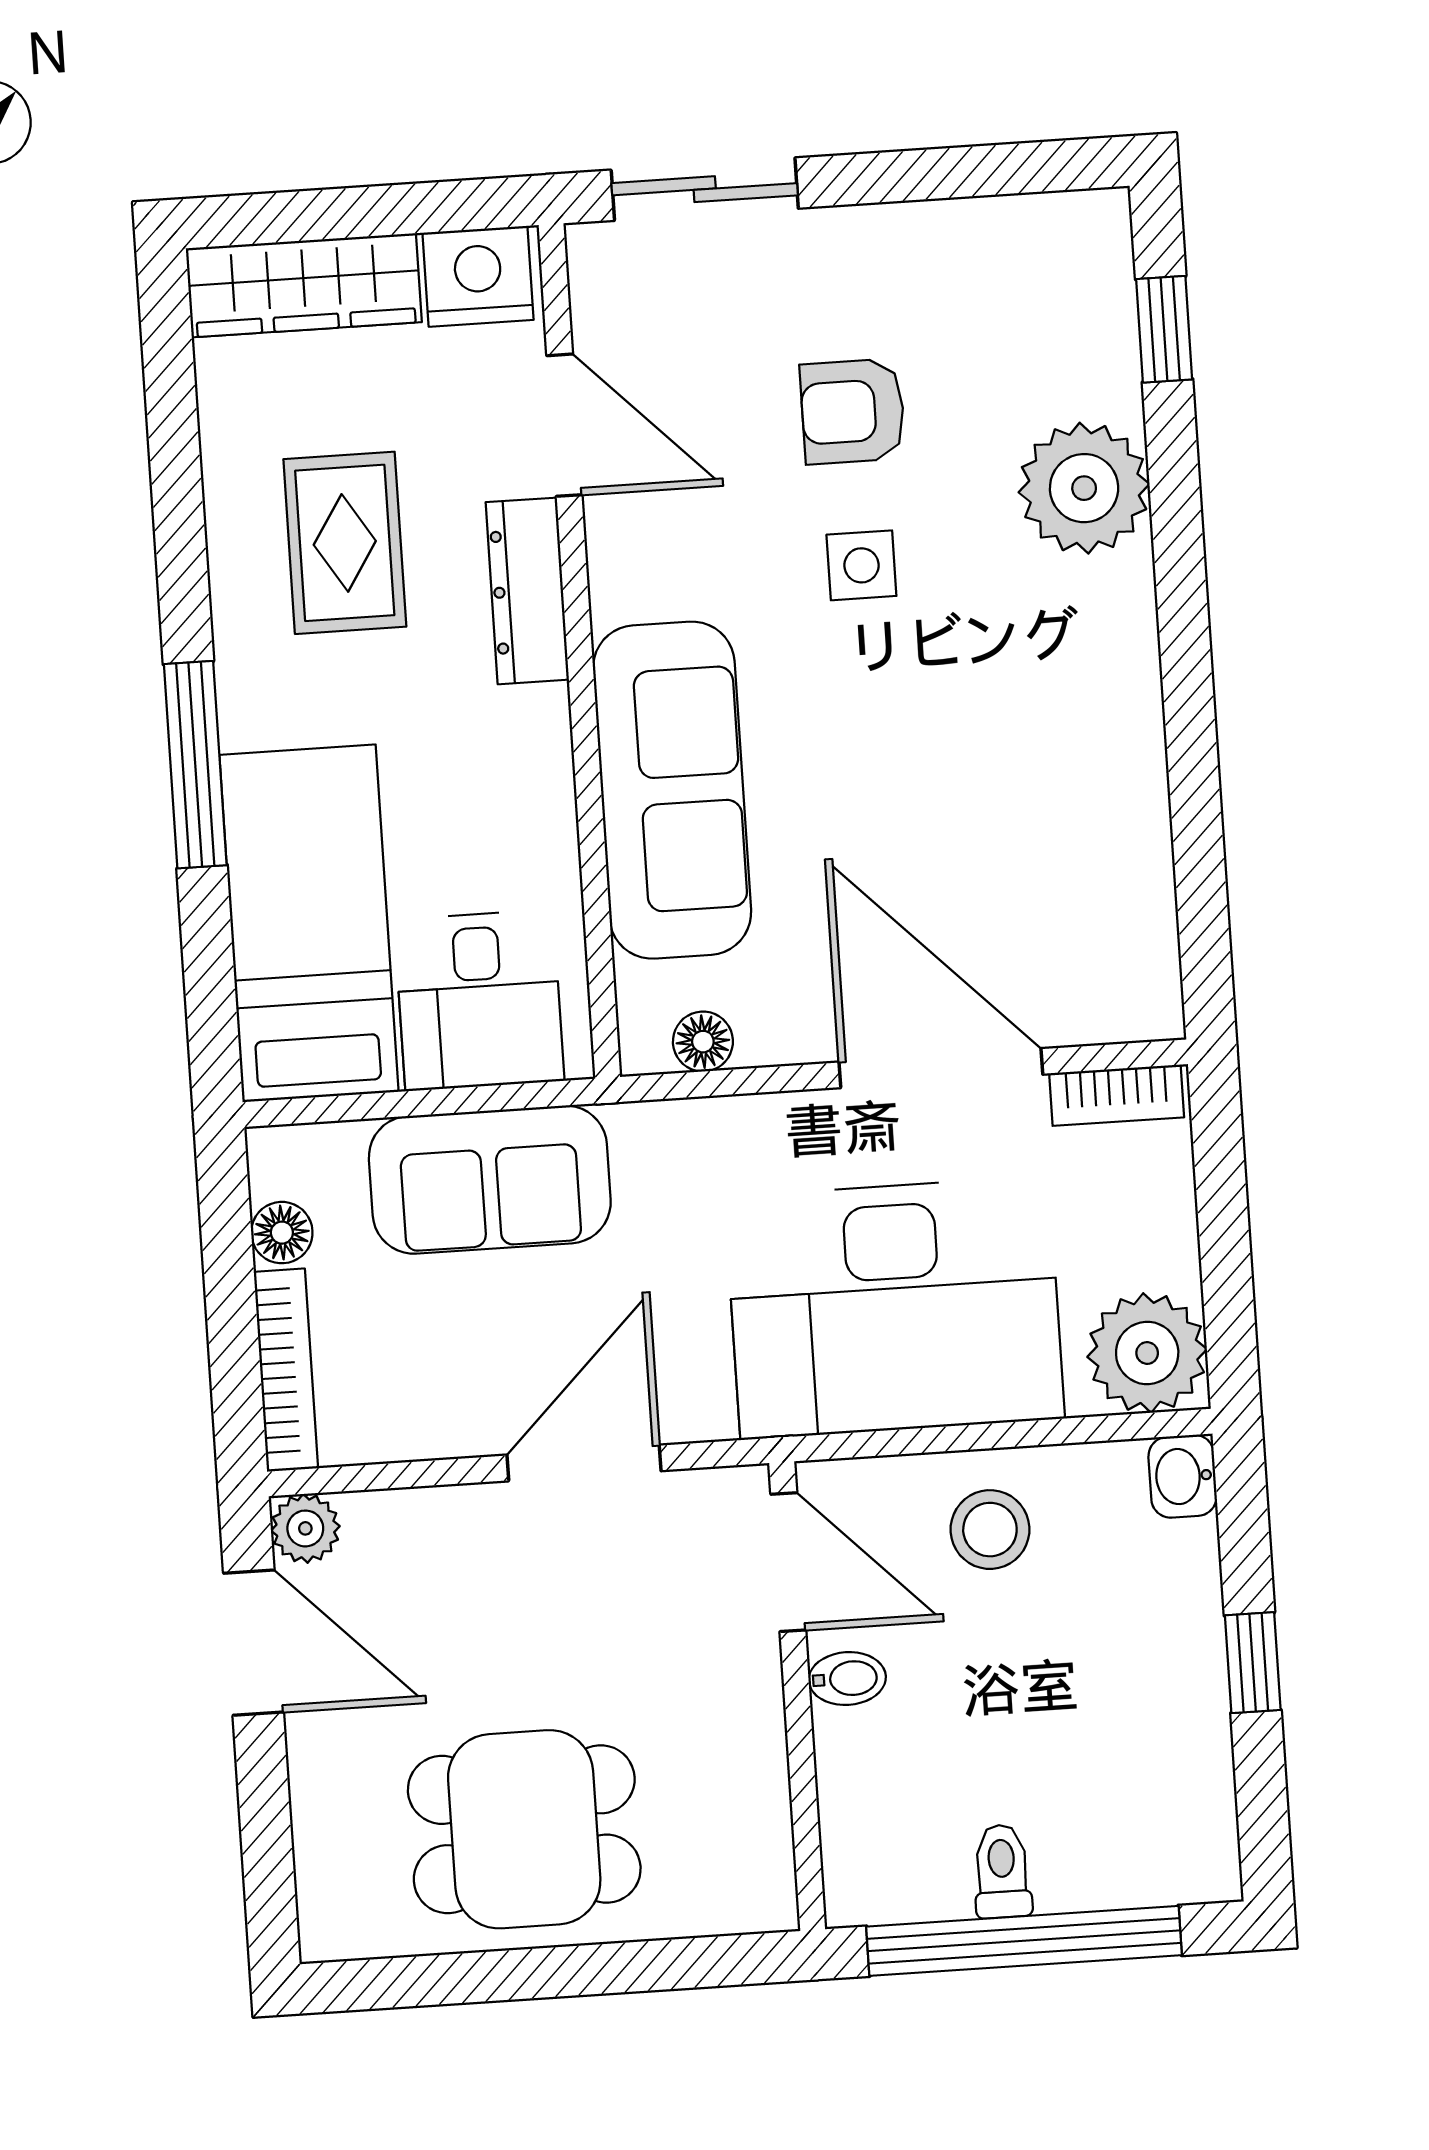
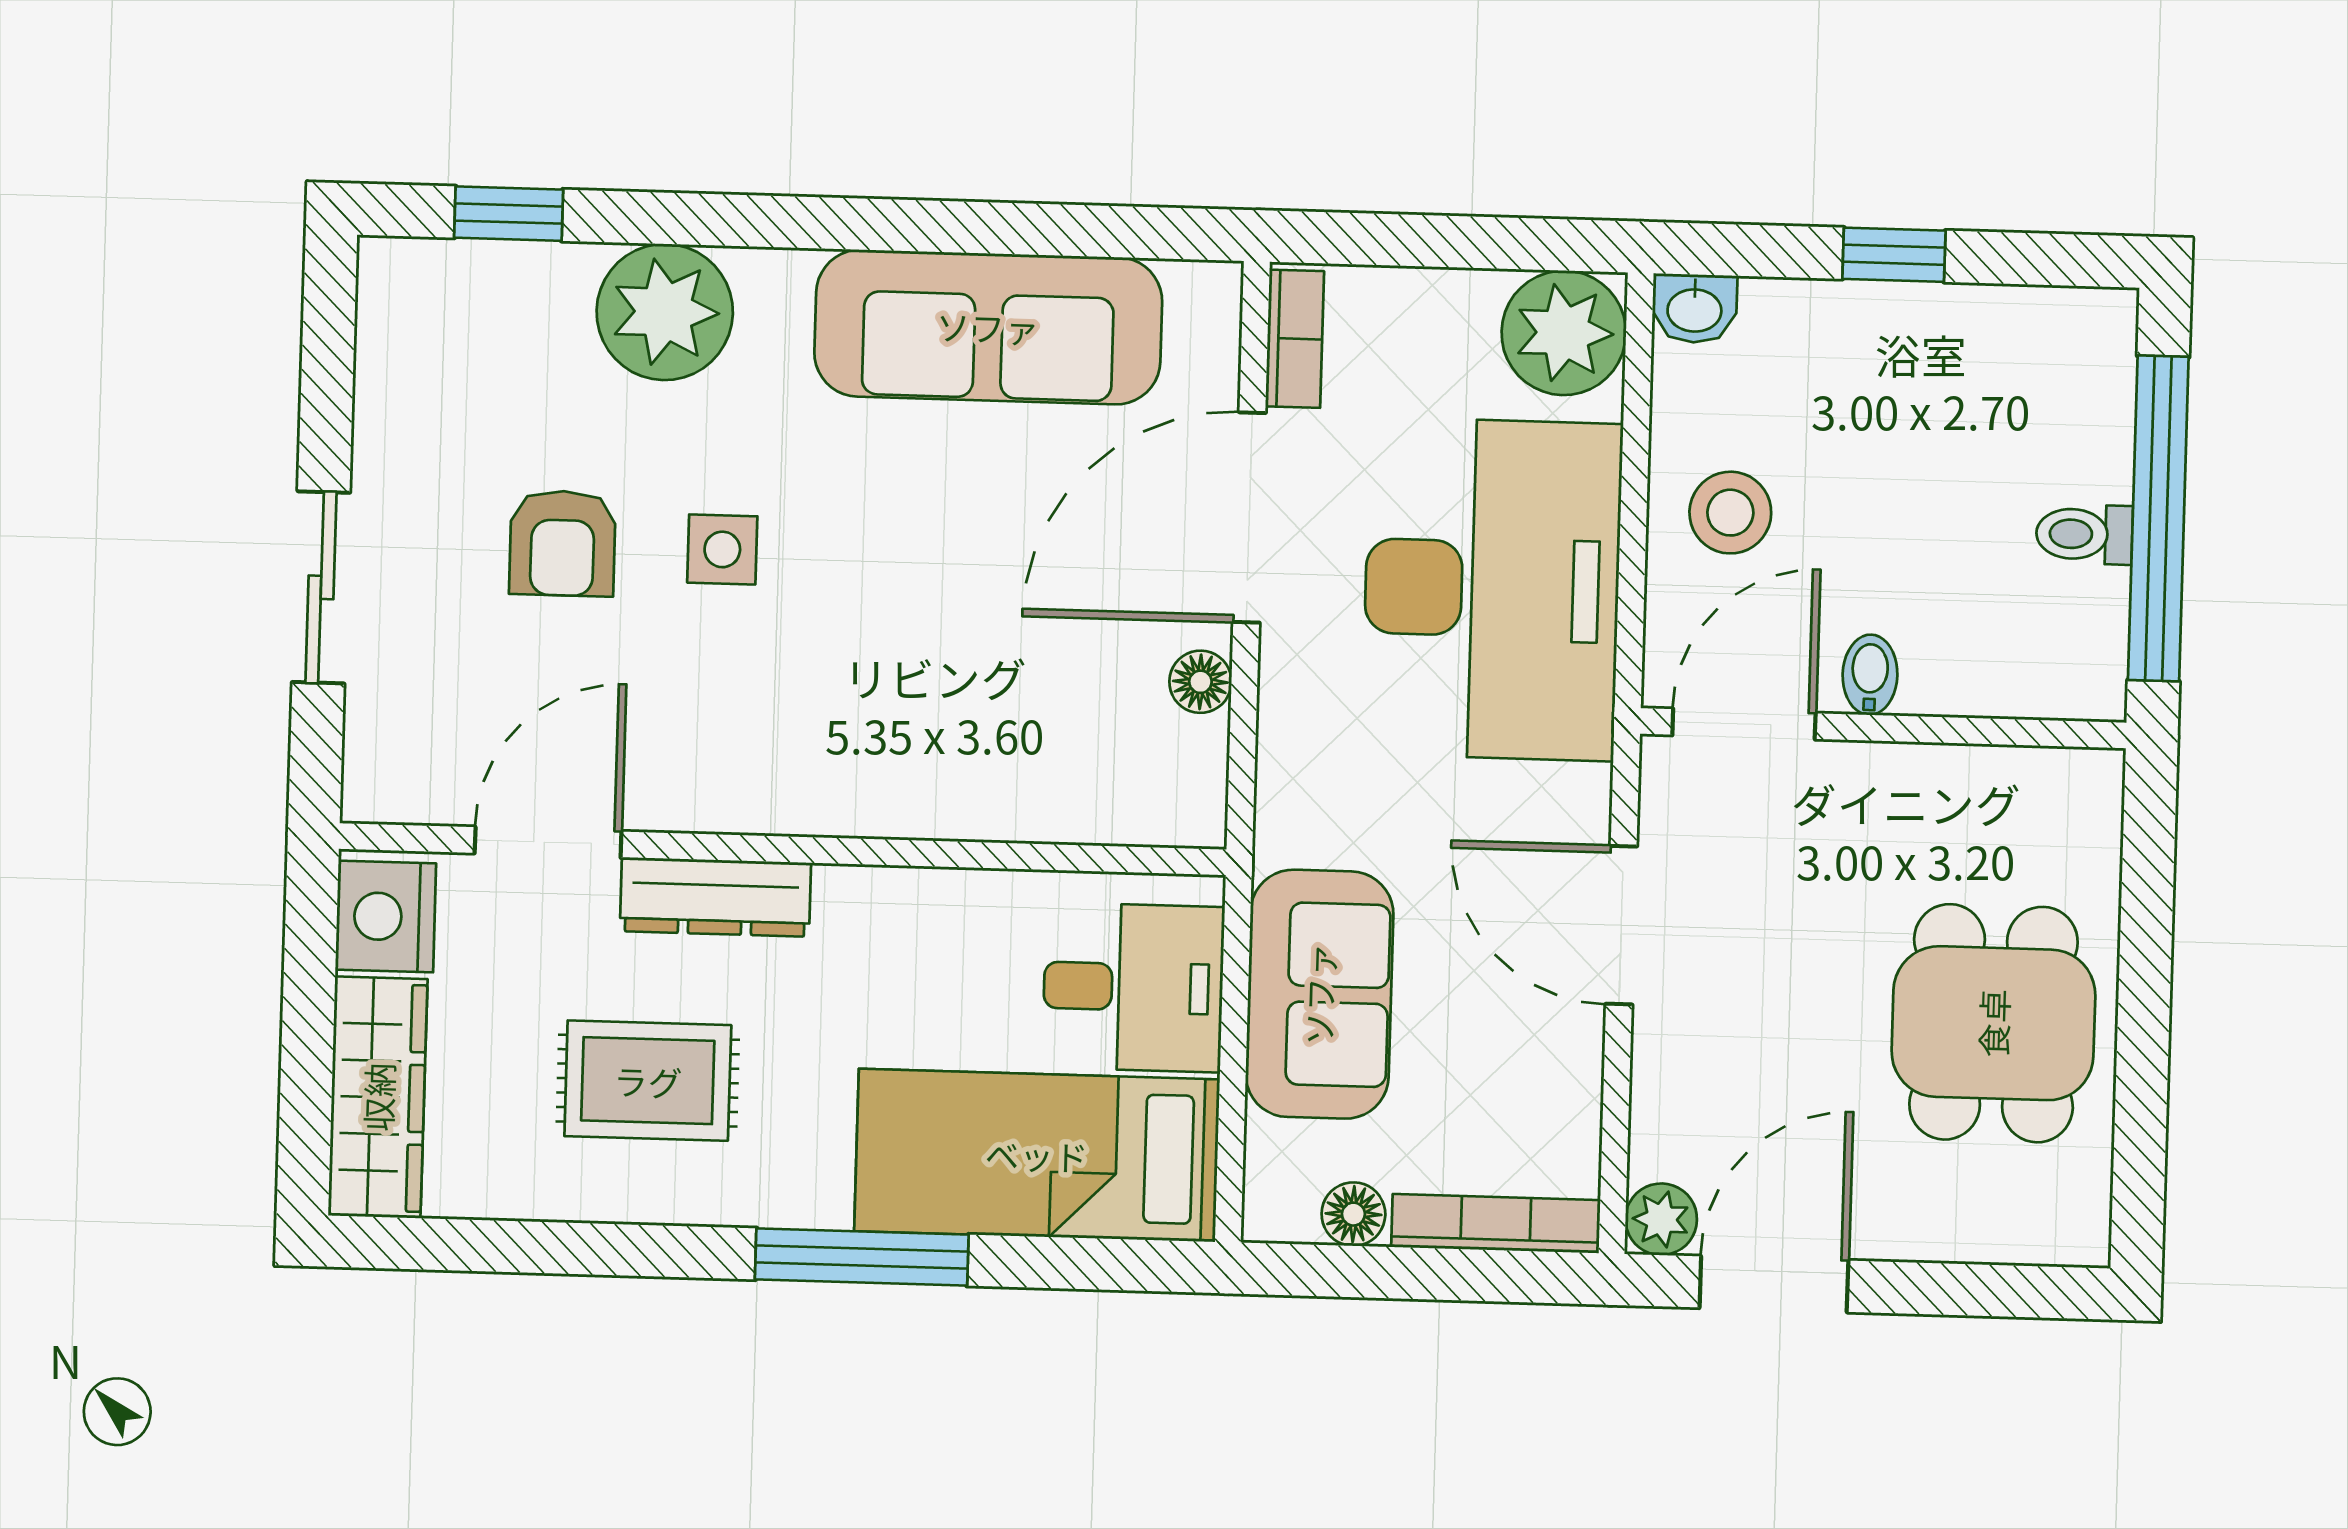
sliding door: (705, 189) -> (321, 587), moved
sofa: (672, 790) -> (988, 327), moved, turned 180
floor lamp: (703, 1042) -> (1200, 682), moved

